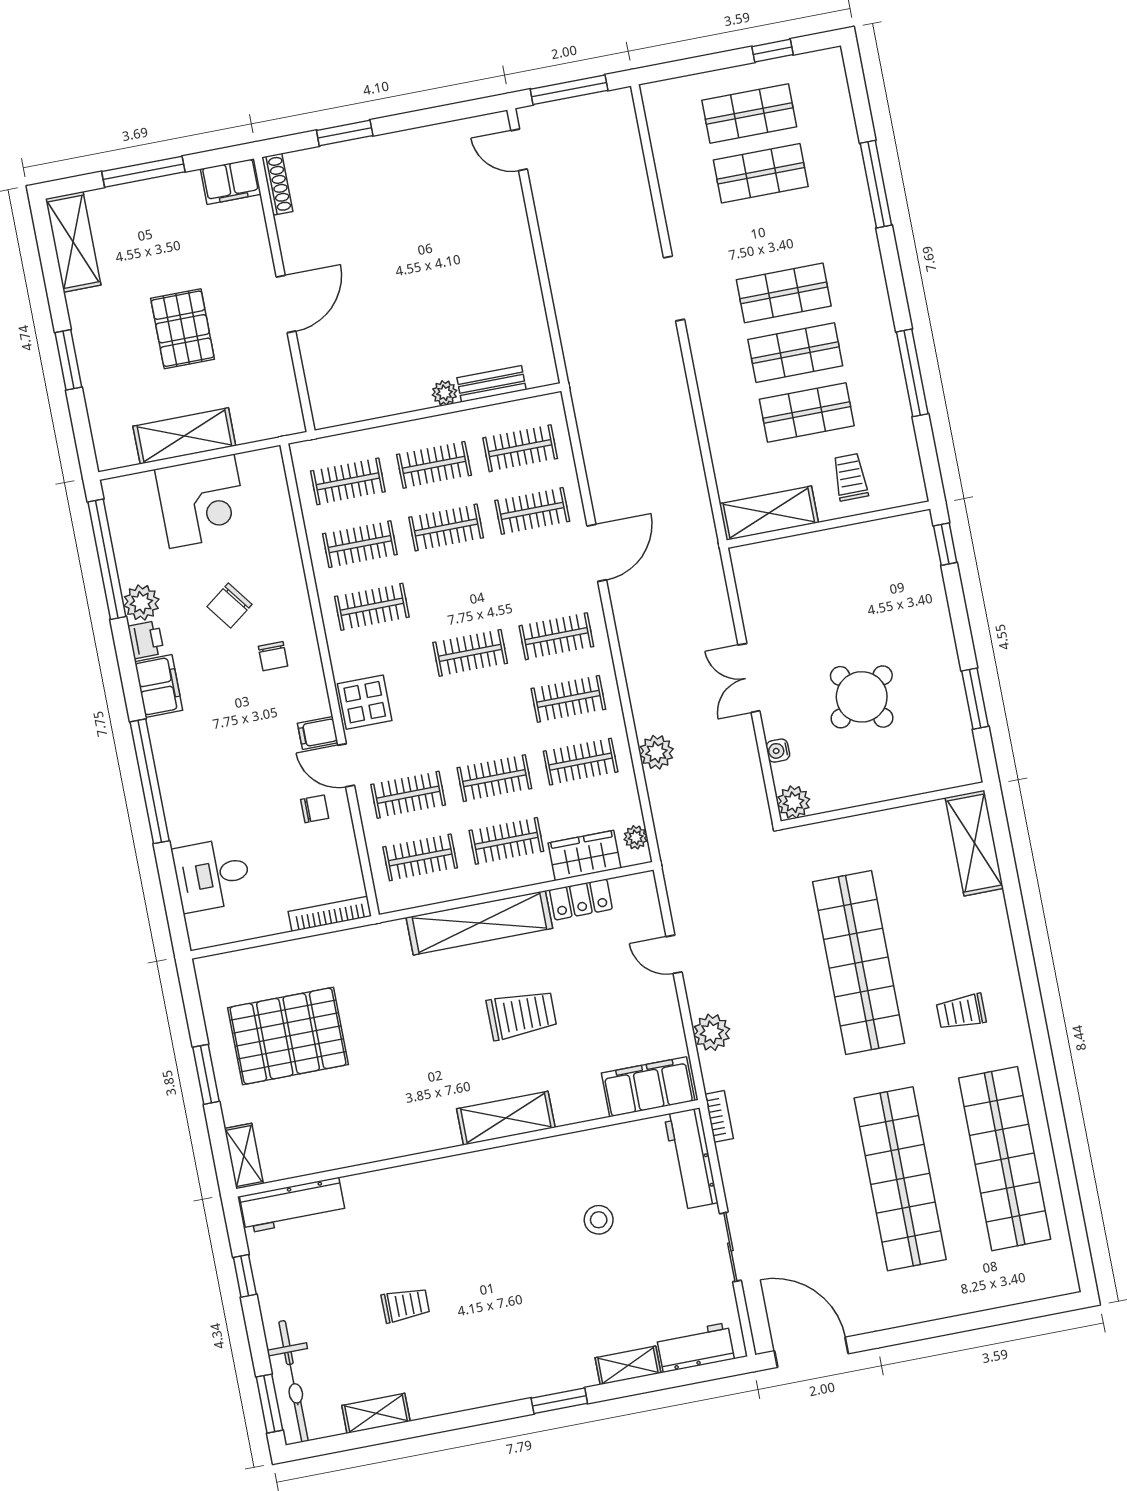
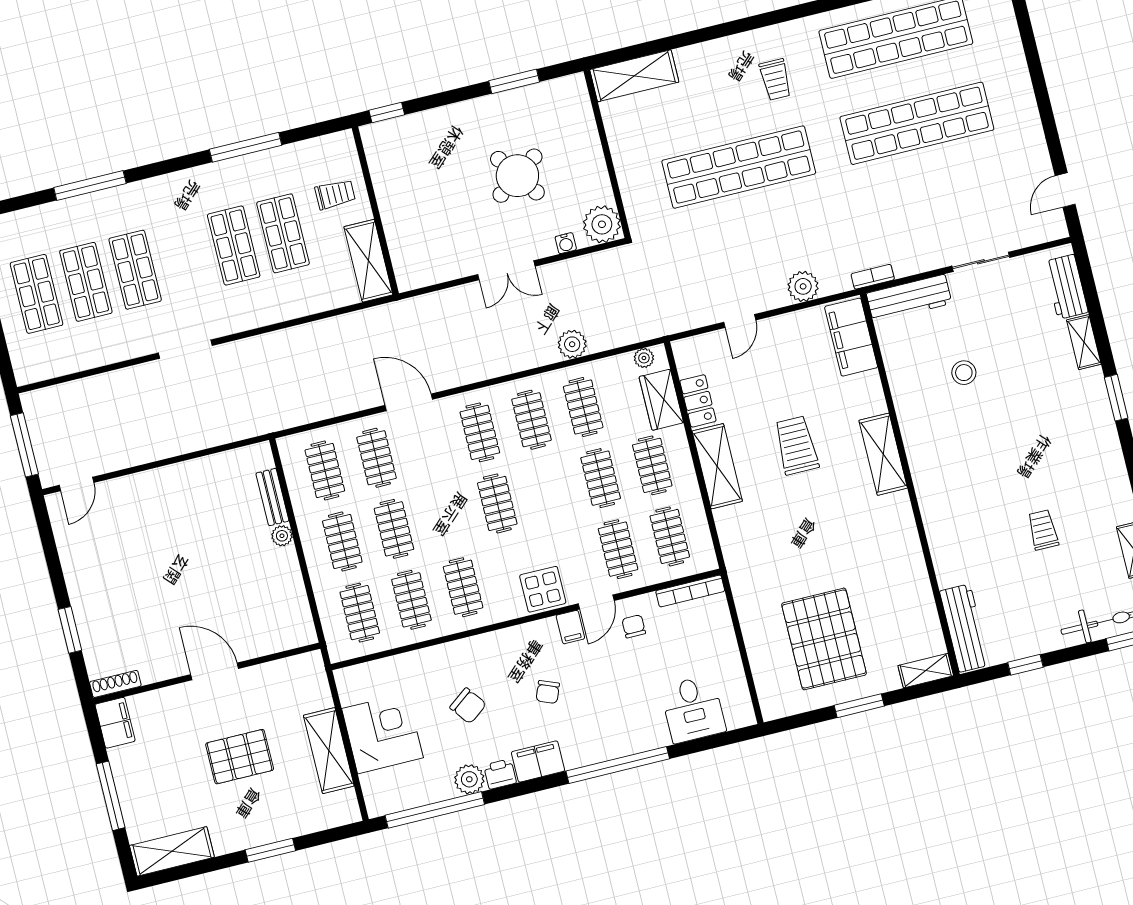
shop shelf: (784, 293) -> (135, 270), moved
trolley: (850, 477) -> (335, 194), turned 180
chair: (273, 656) -> (548, 692), moved, turned 112
plant: (794, 802) -> (602, 224), width x1.36, depth x1.36
bookcase: (330, 914) -> (690, 591), moved, turned -90
shelving: (479, 923) -> (717, 466), width x0.68
door: (811, 1352) -> (1065, 190), width x0.53

